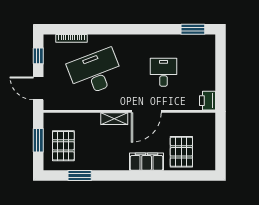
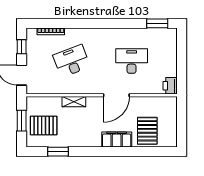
desk: (95, 72) -> (72, 61), width x0.73, depth x0.77
desk: (163, 72) -> (132, 61), width x1.37
shelving: (114, 119) -> (74, 102), moved
pallet: (63, 146) -> (44, 126), turned 90

